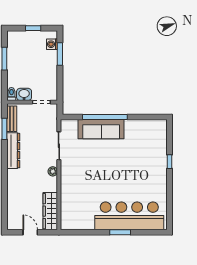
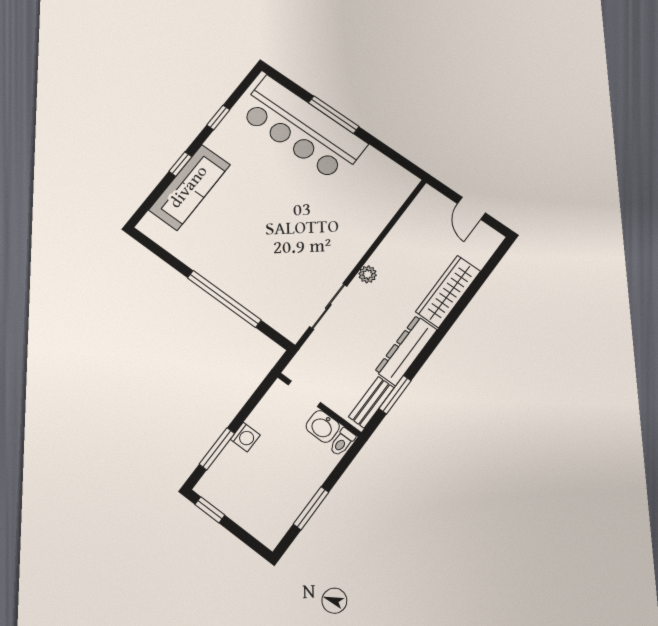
window: (33, 28) -> (210, 510), moved
washing machine: (52, 44) -> (245, 437), moved
sofa: (101, 129) -> (189, 187), moved, turned 90
window: (169, 195) -> (218, 117), added
wardrobe: (50, 211) -> (448, 292), moved, turned 180
window: (120, 232) -> (334, 115), width x1.44

